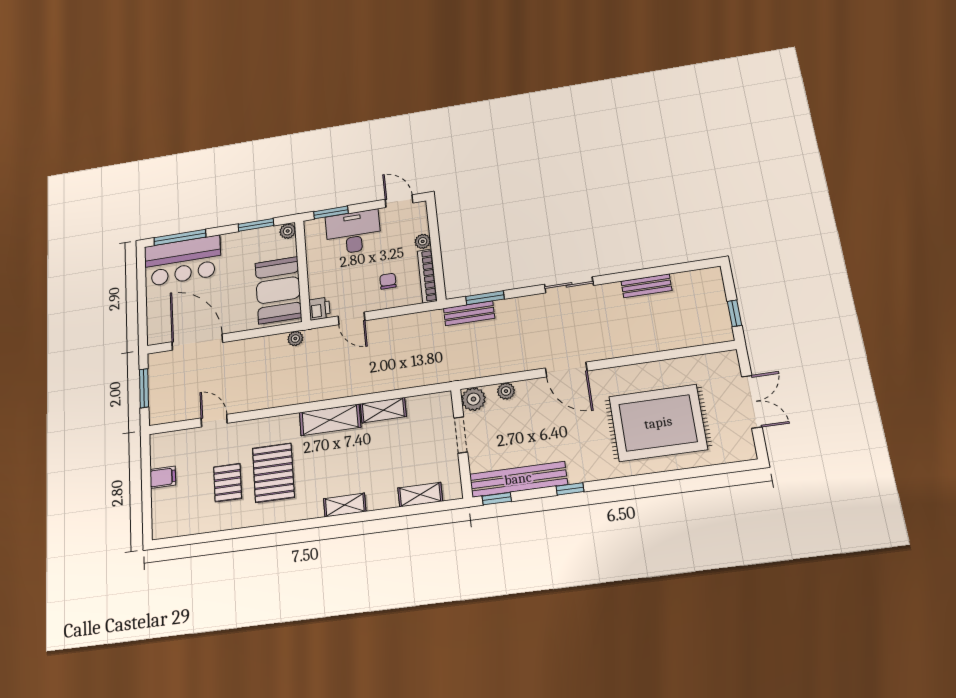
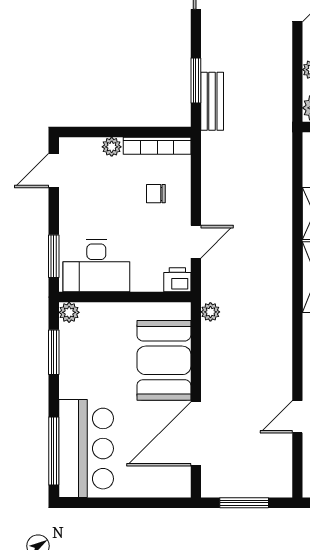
desk: (353, 232) -> (96, 266), moved, turned -90
booth: (278, 290) -> (164, 360), moved, turned 90

